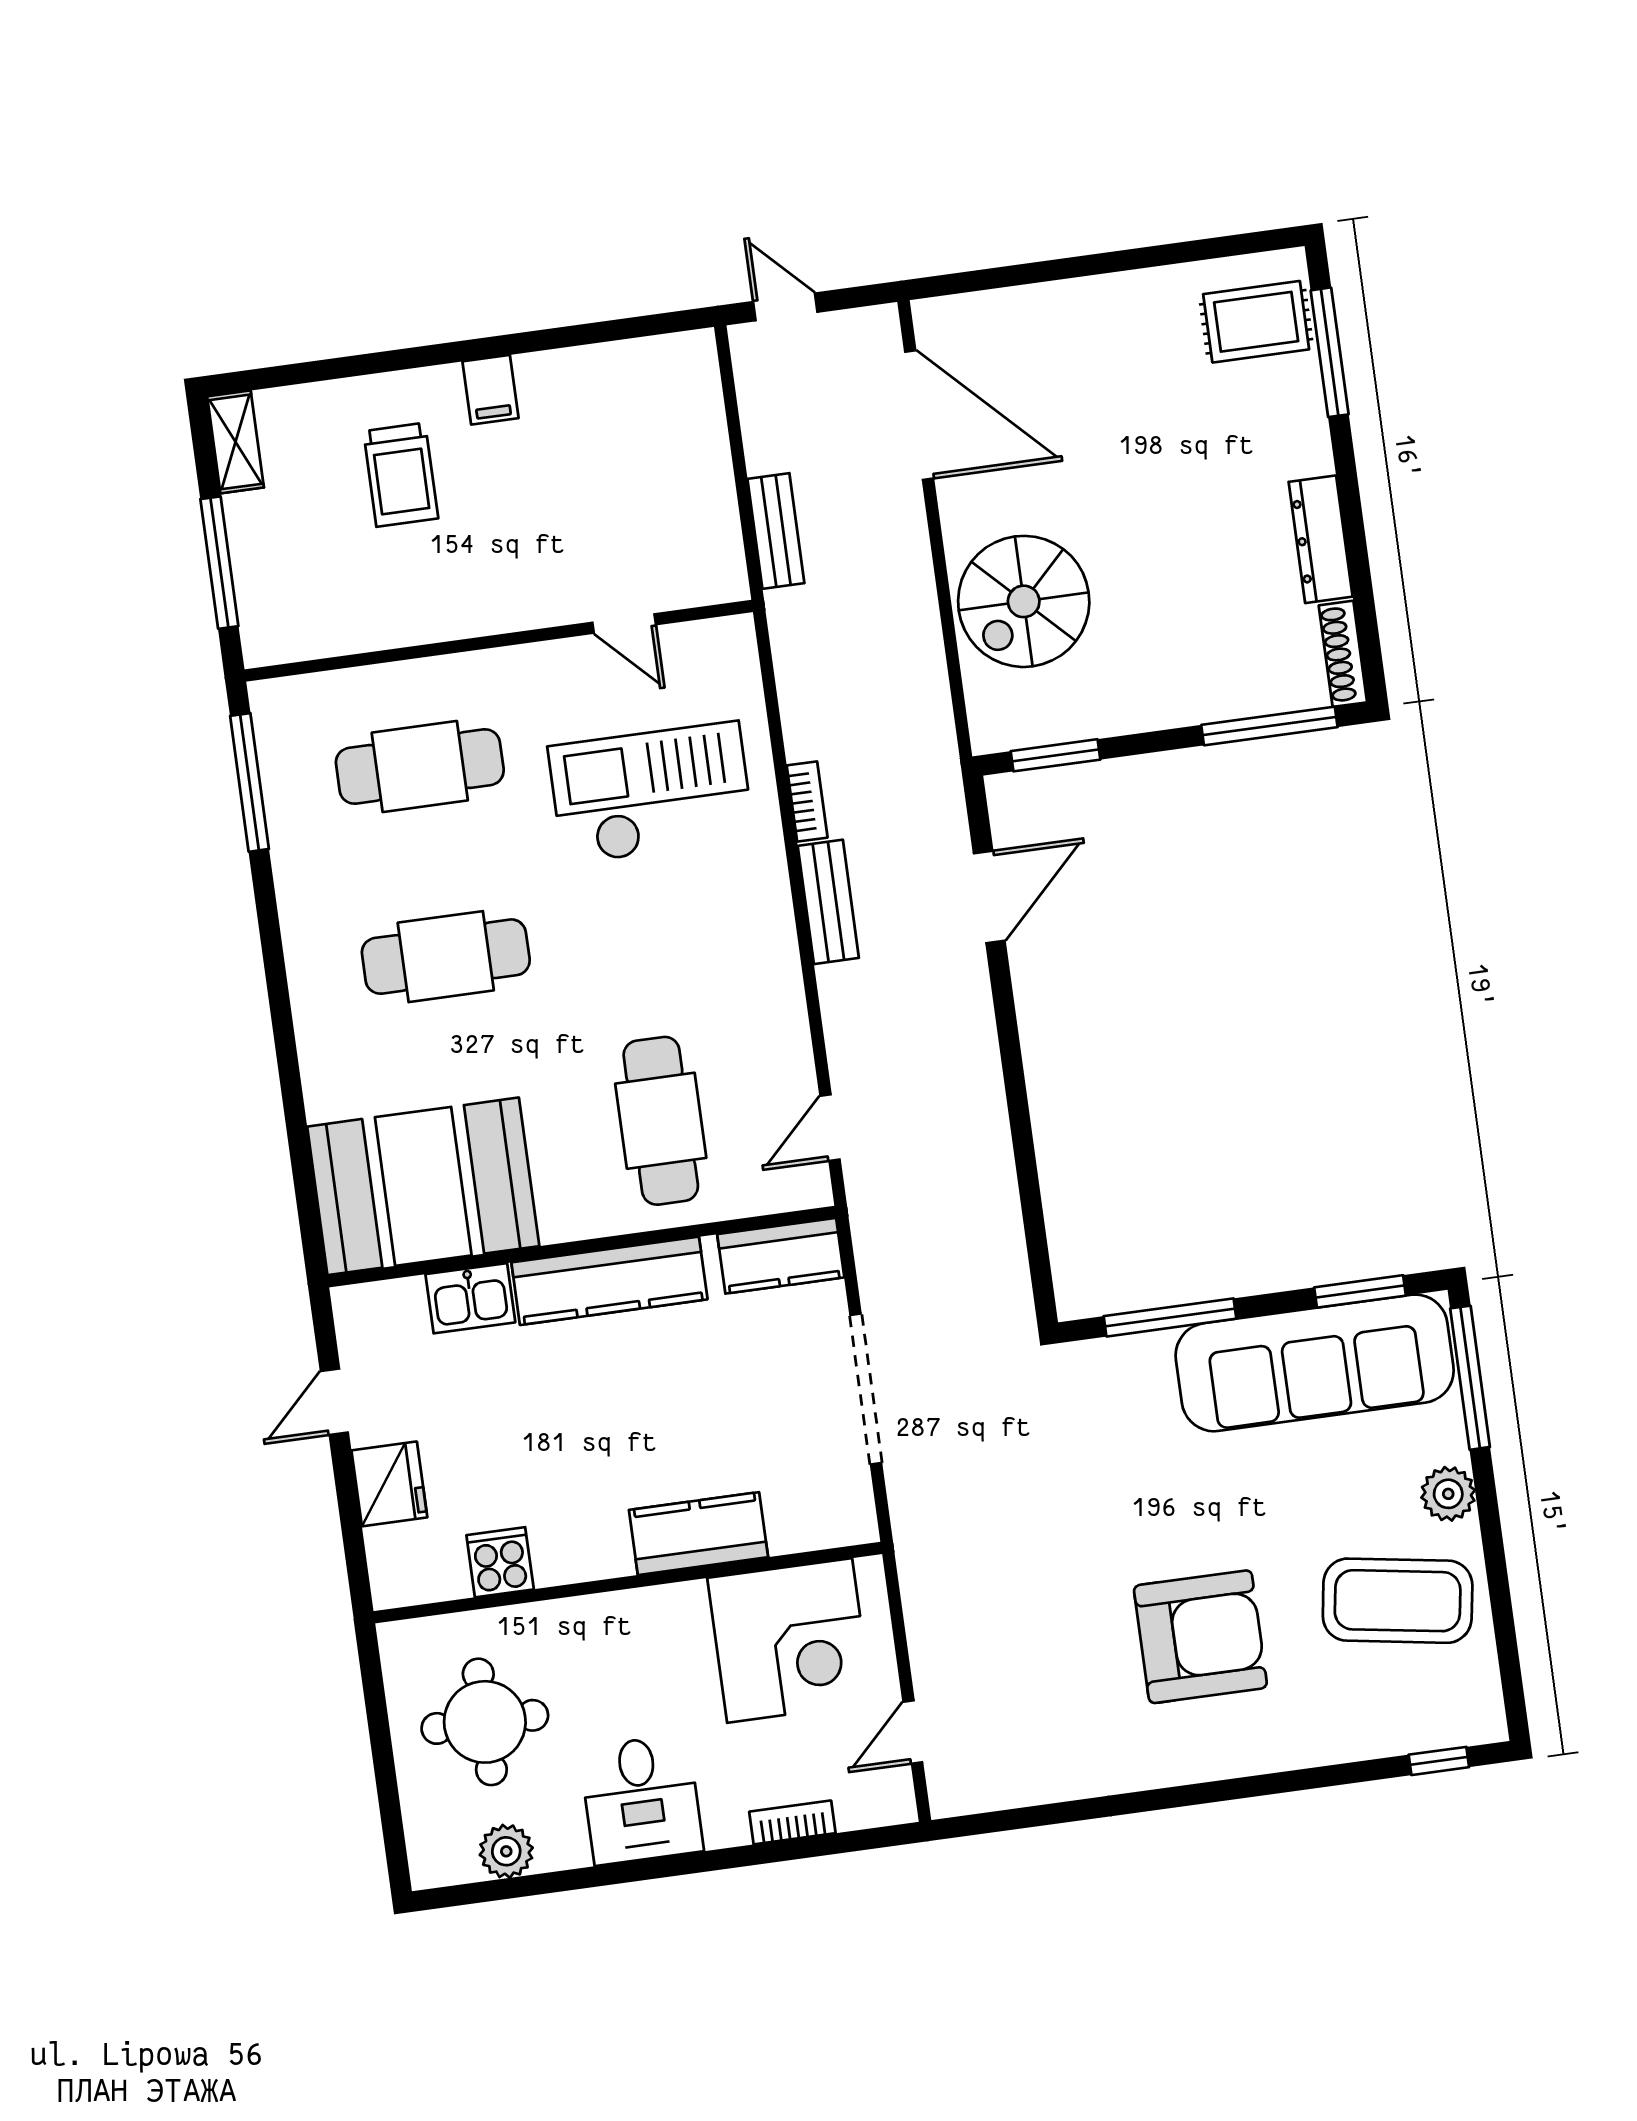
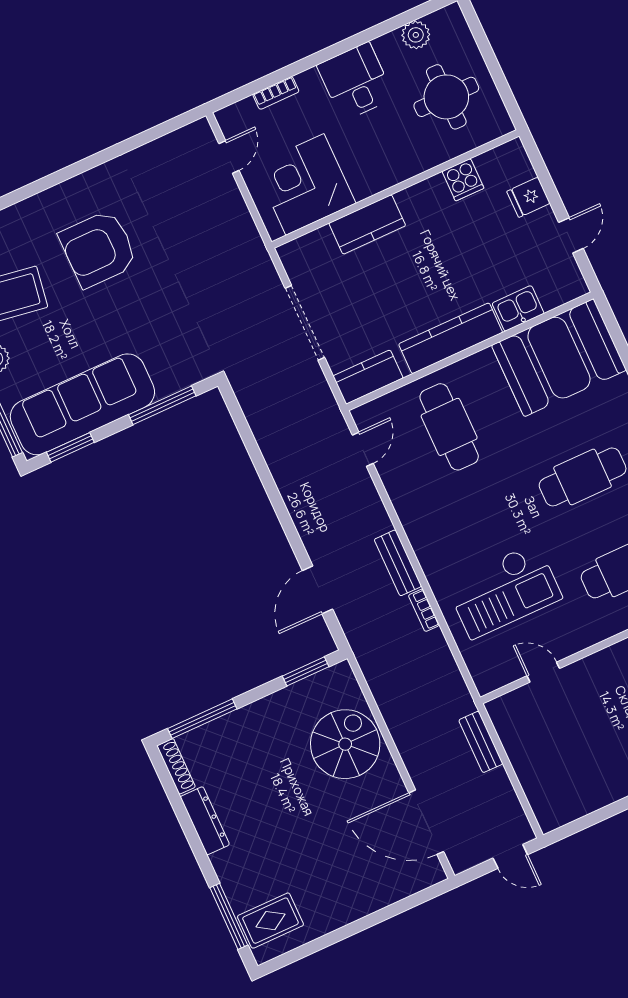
fridge: (389, 1484) -> (528, 197), width x0.72

